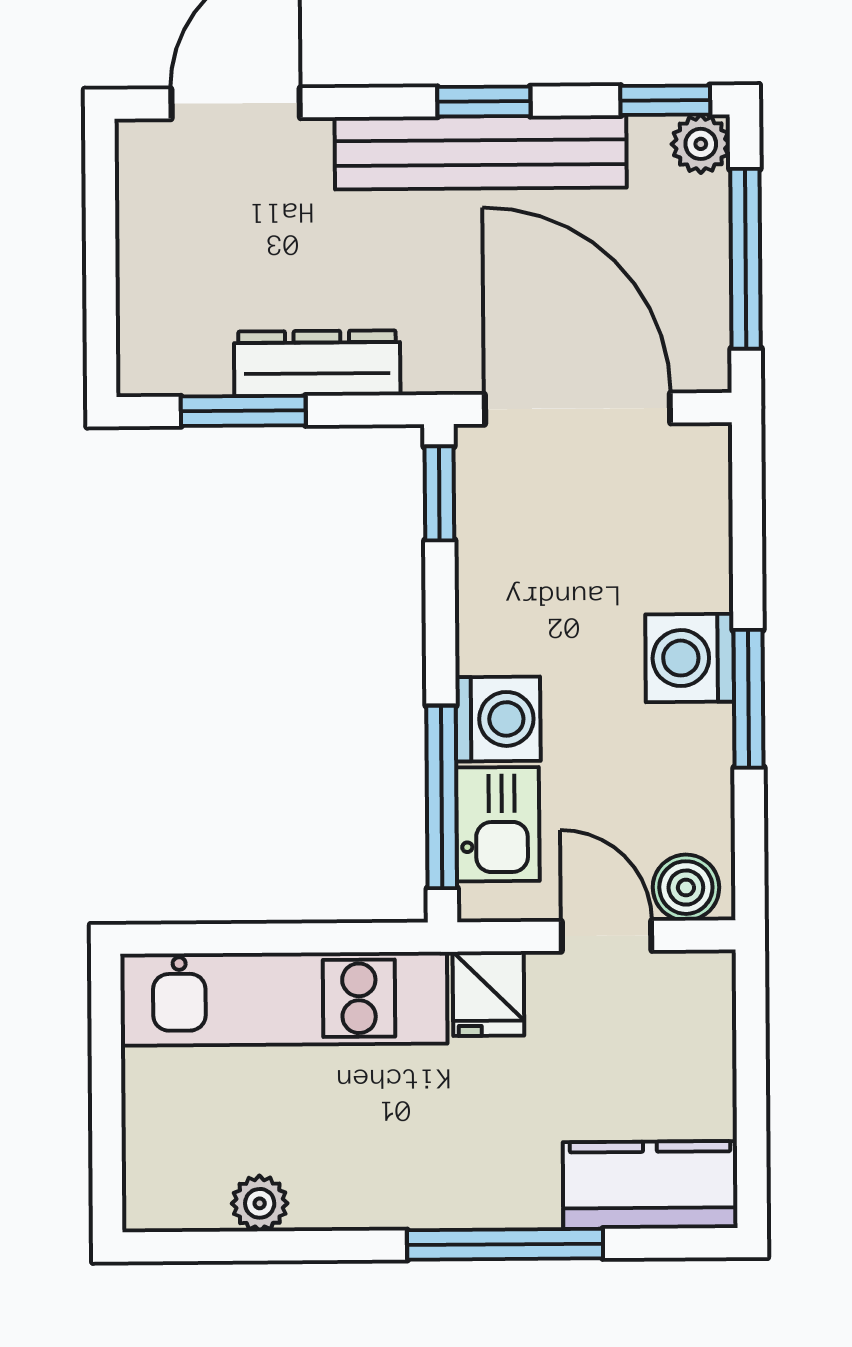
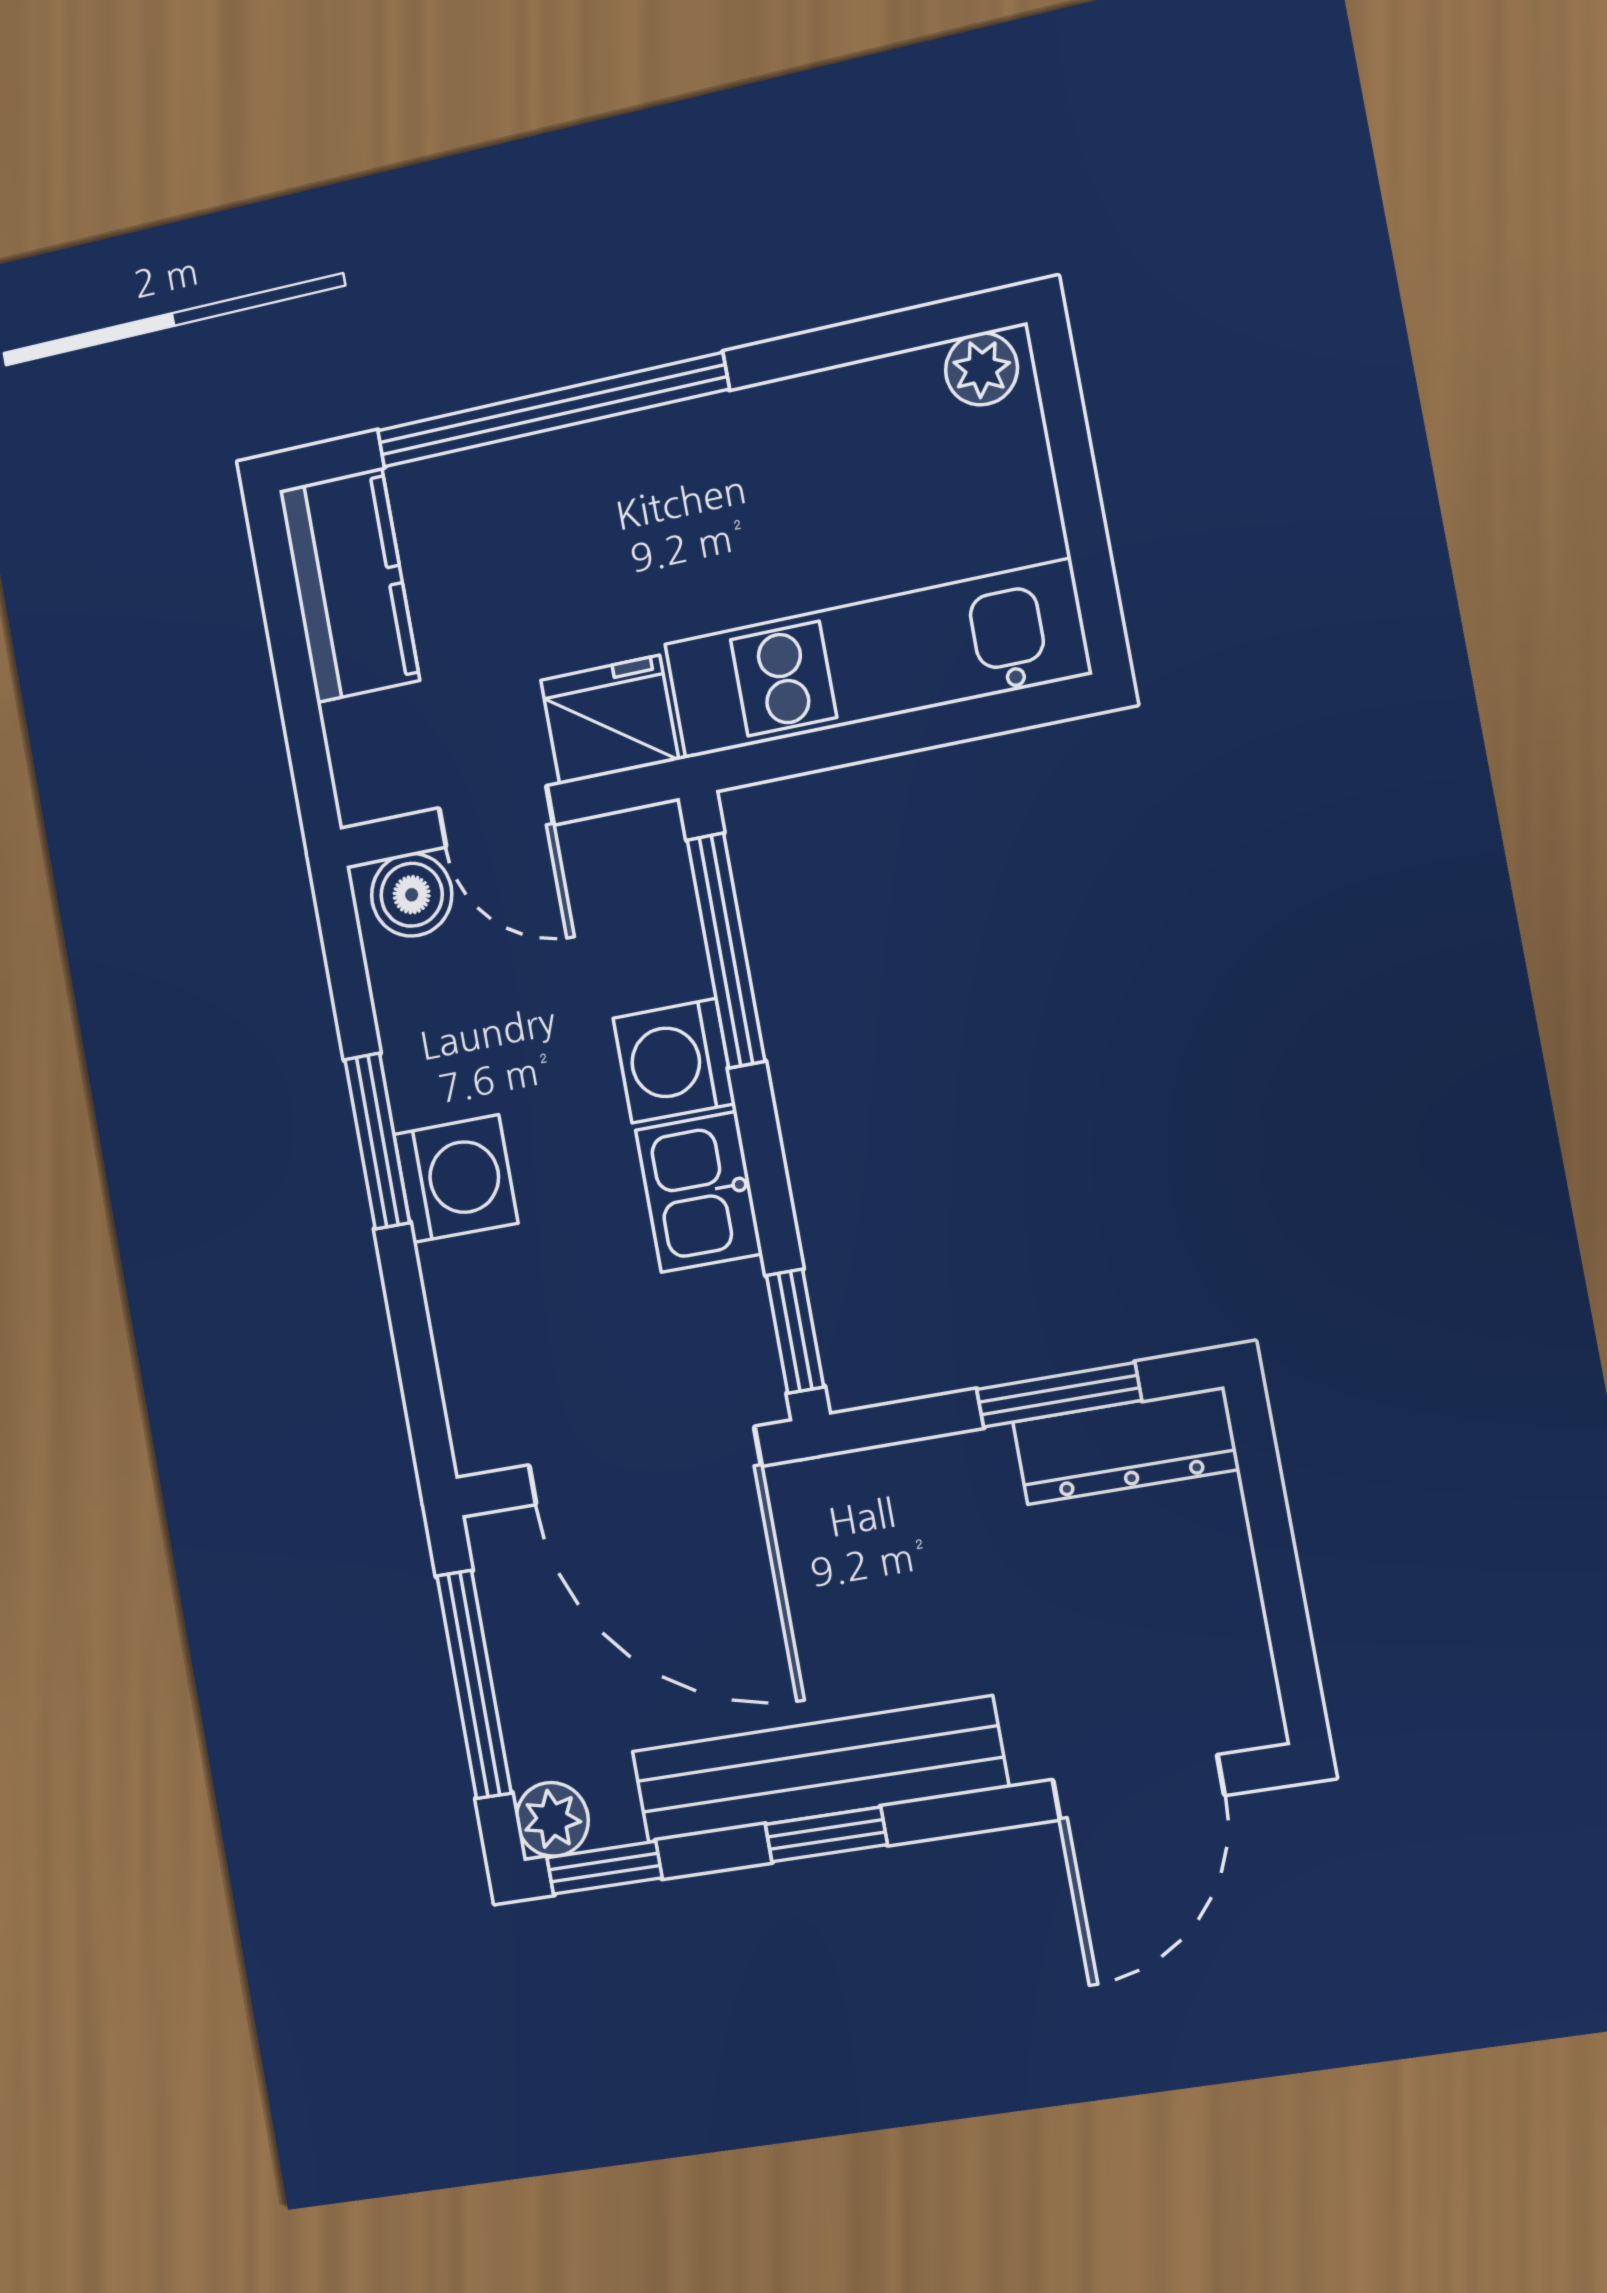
dresser: (317, 363) -> (1126, 1446), moved
kitchen sink: (498, 824) -> (699, 1192), moved
fridge: (488, 994) -> (610, 720), width x1.38
kitchen counter: (650, 1185) -> (349, 585), moved, turned -90
plant: (260, 1203) -> (981, 369), moved
window: (505, 1244) -> (552, 410), width x1.46

